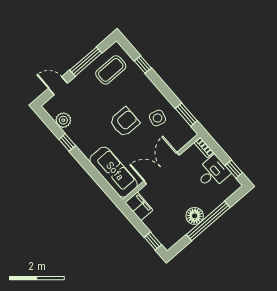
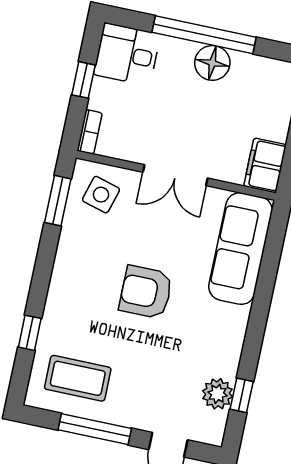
side table: (158, 118) -> (101, 195), moved
window: (67, 142) -> (242, 395), moved
double door: (162, 168) -> (175, 175), width x0.73
window: (234, 169) -> (83, 80), moved
desk: (213, 173) -> (127, 54), moved

